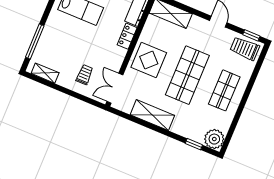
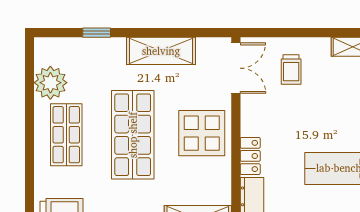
plant: (214, 139) -> (50, 83), moved
window: (194, 144) -> (97, 33), moved

